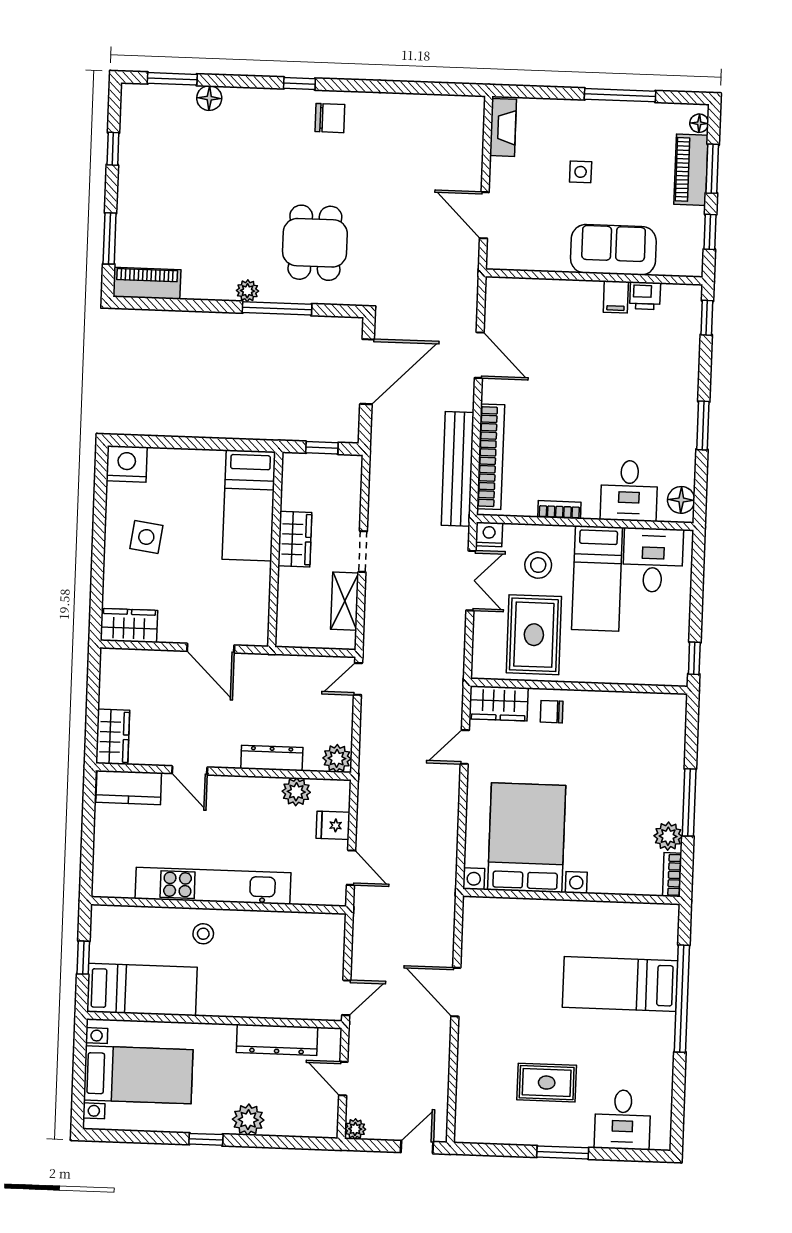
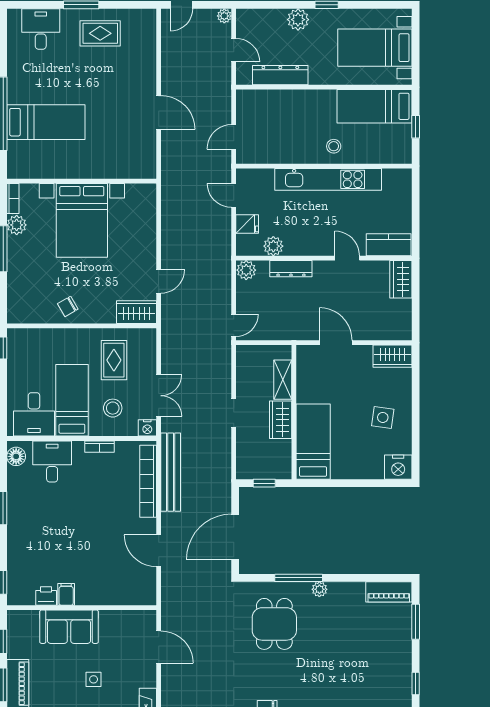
double door: (471, 581) -> (159, 396), swing flipped
shelving: (345, 601) -> (283, 380), moved
rug: (534, 635) -> (114, 360), width x0.73, depth x0.70
chair: (552, 712) -> (68, 306), moved, turned 150
bed with nightstands: (527, 838) -> (82, 220), moved
door: (346, 998) -> (234, 137), moved
rug: (547, 1083) -> (100, 33), moved

